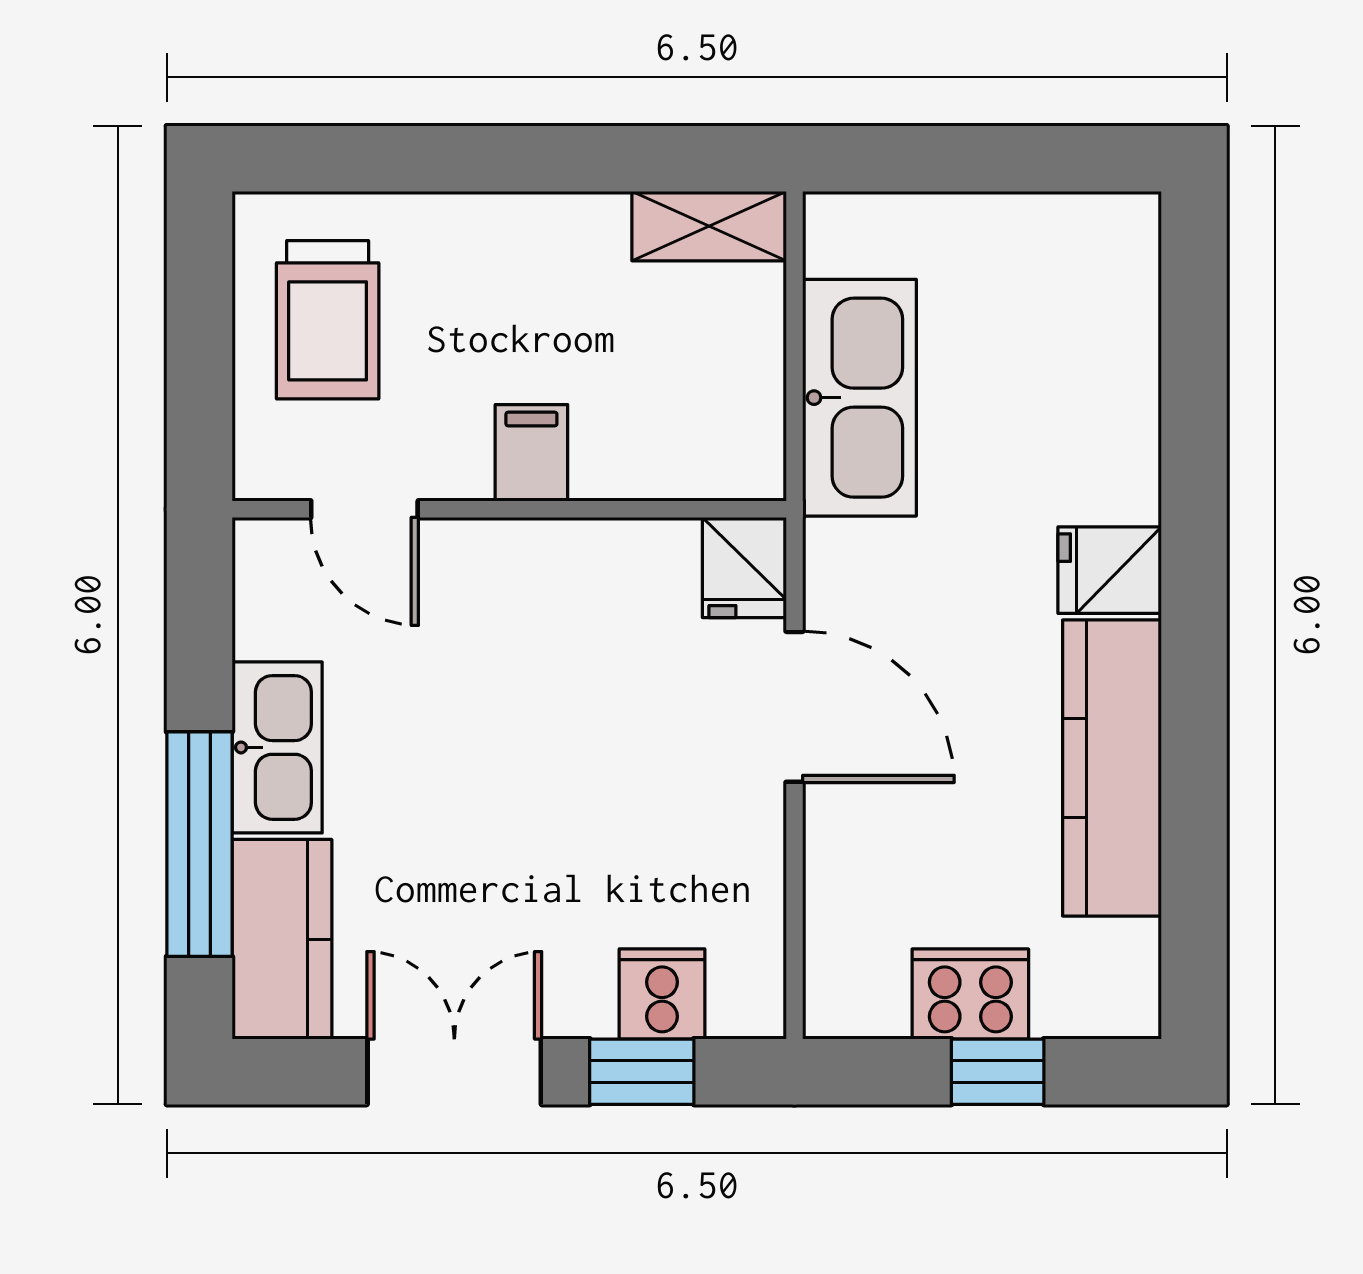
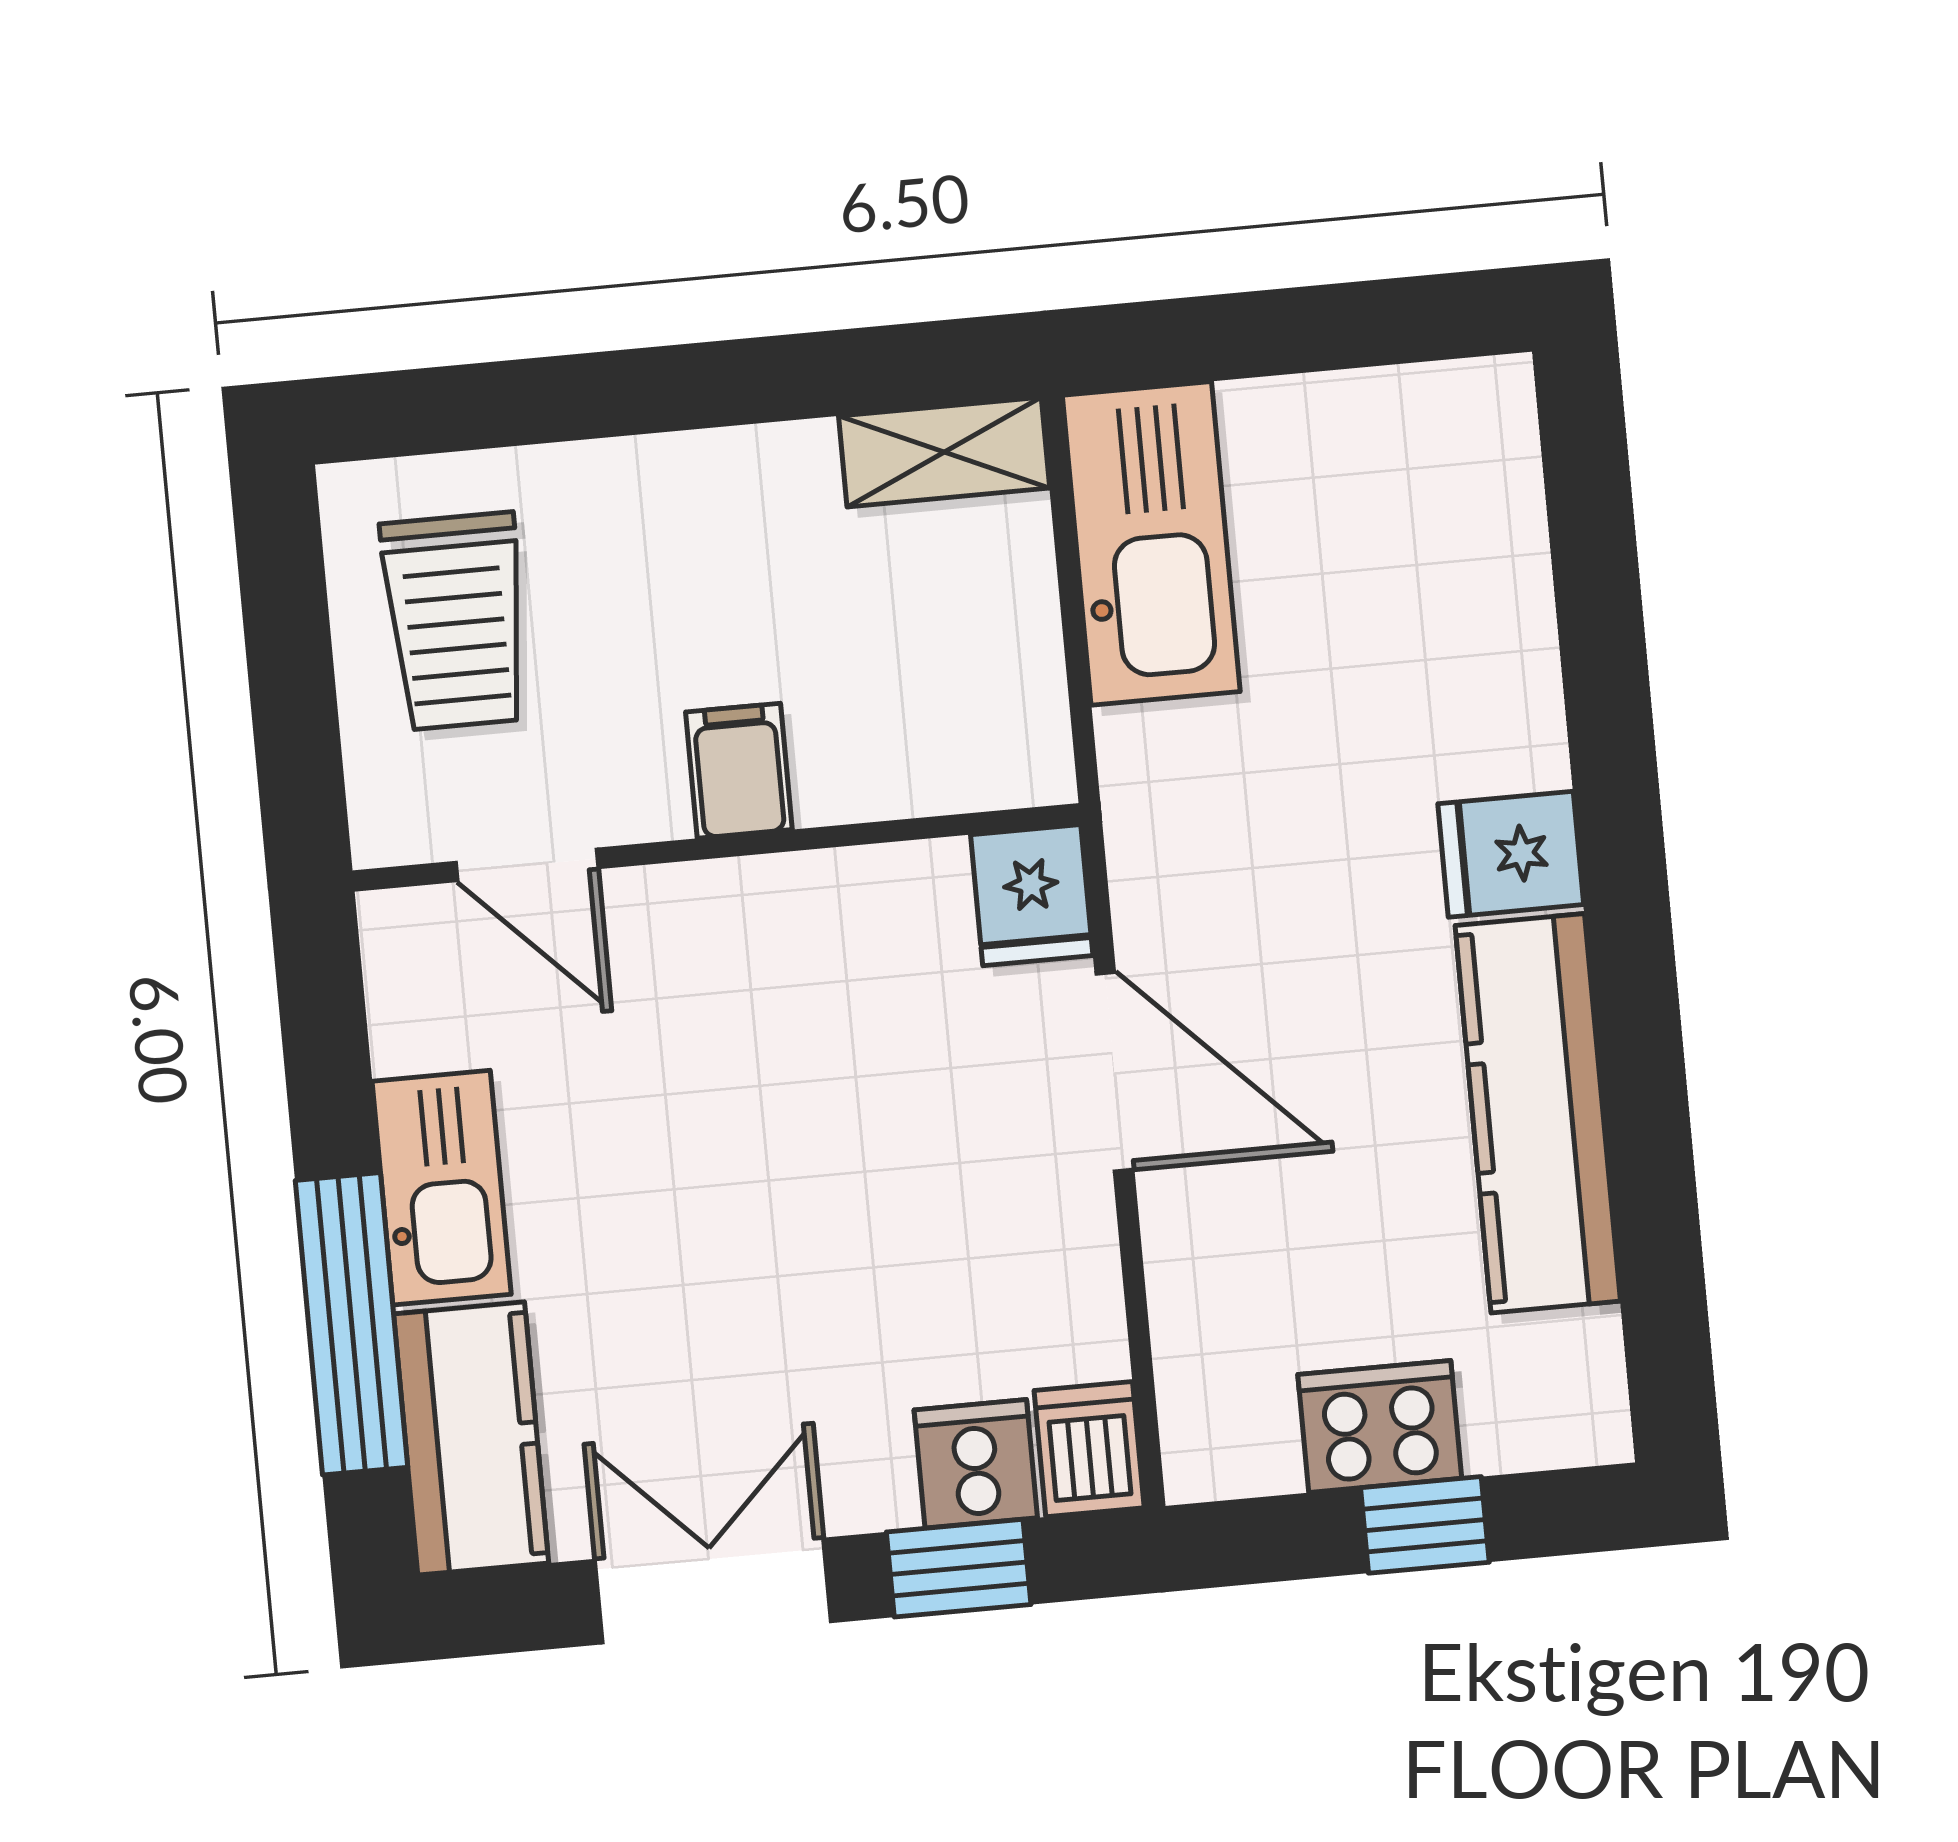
kitchen sink: (859, 398) -> (1151, 543), moved
dishwasher: (749, 991) -> (1089, 1449), added

